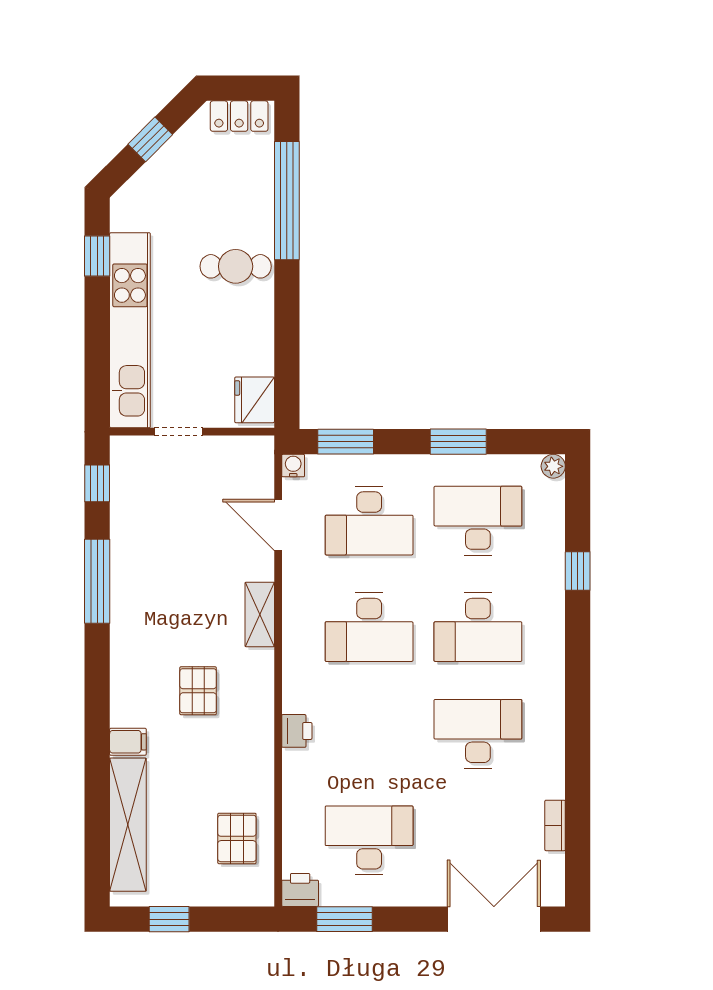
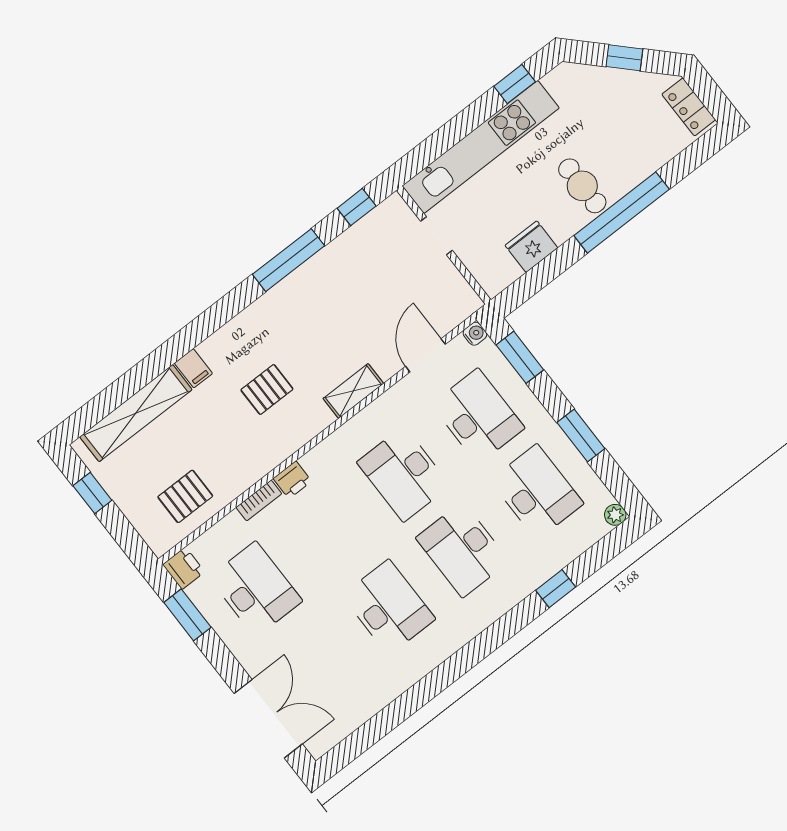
window: (287, 201) -> (622, 212), moved
fridge: (255, 400) -> (531, 247), moved
desk: (369, 521) -> (478, 416), turned 180
bookcase: (555, 825) -> (259, 500), moved, turned 180

